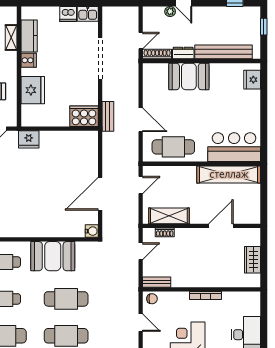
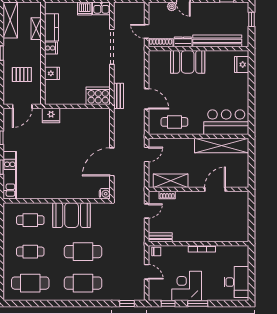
door: (141, 41) -> (147, 31), swing flipped
fridge: (33, 90) -> (52, 73), width x0.53, depth x0.75
cafe table: (173, 147) -> (174, 122), width x0.73, depth x0.74
wardrobe: (252, 260) -> (242, 218), removed

